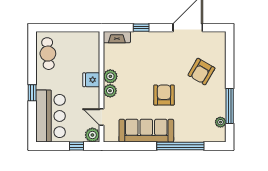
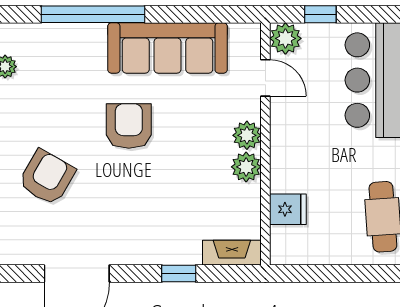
fridge: (91, 80) -> (288, 209), moved
armchair: (164, 95) -> (129, 126), turned 180

